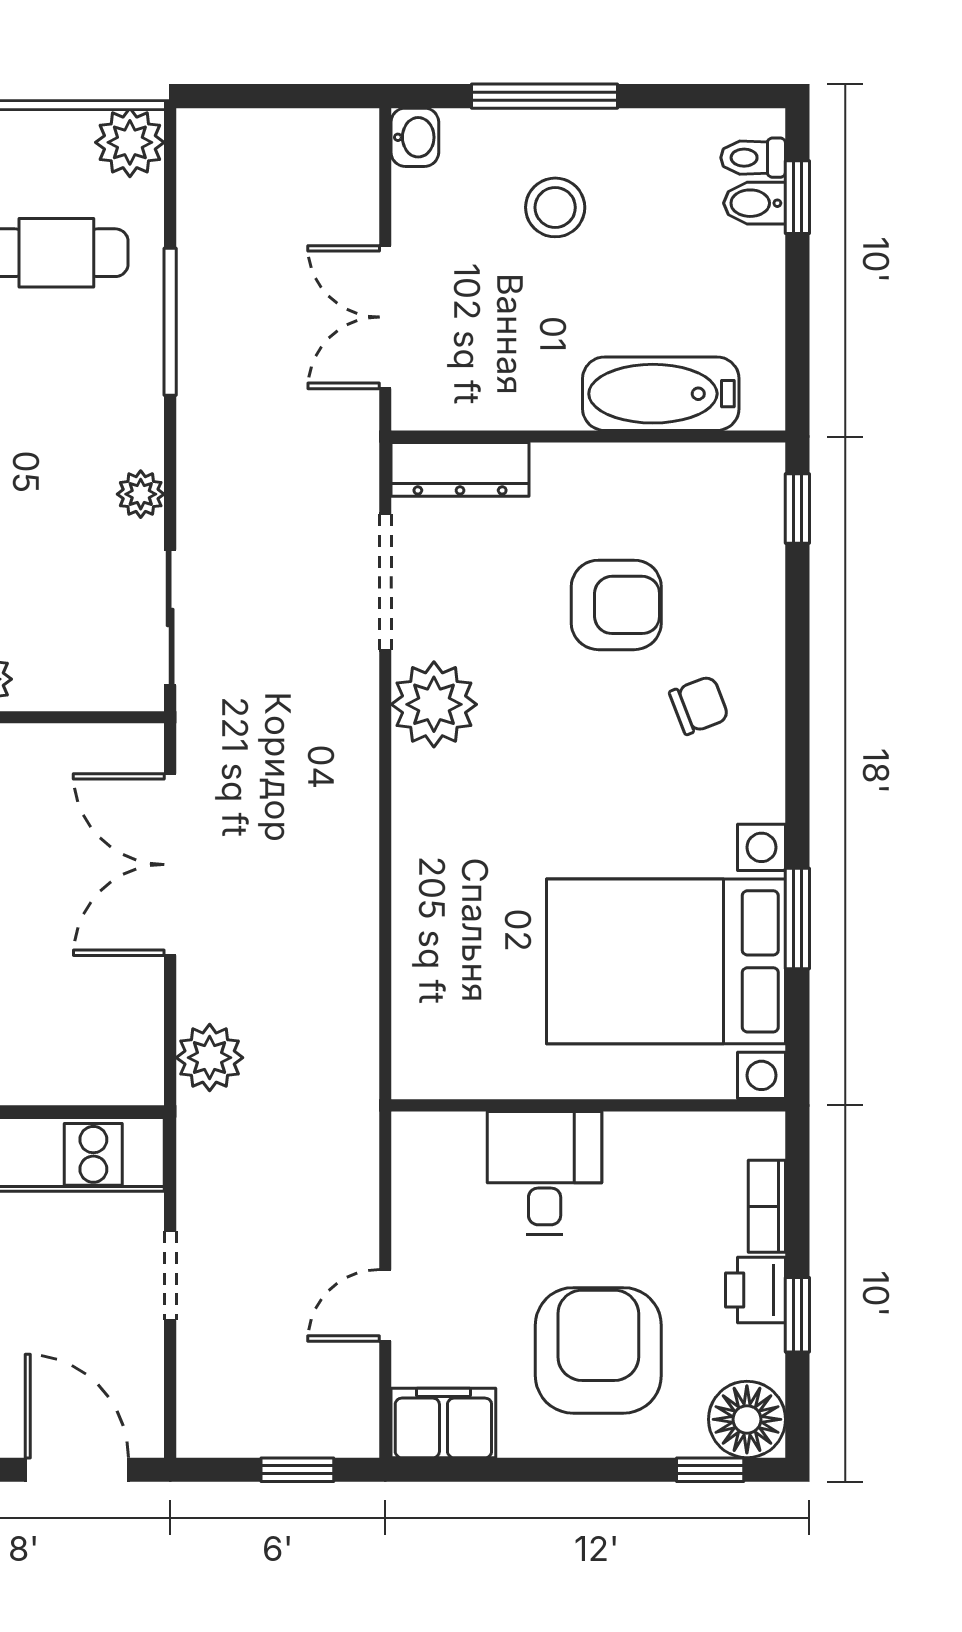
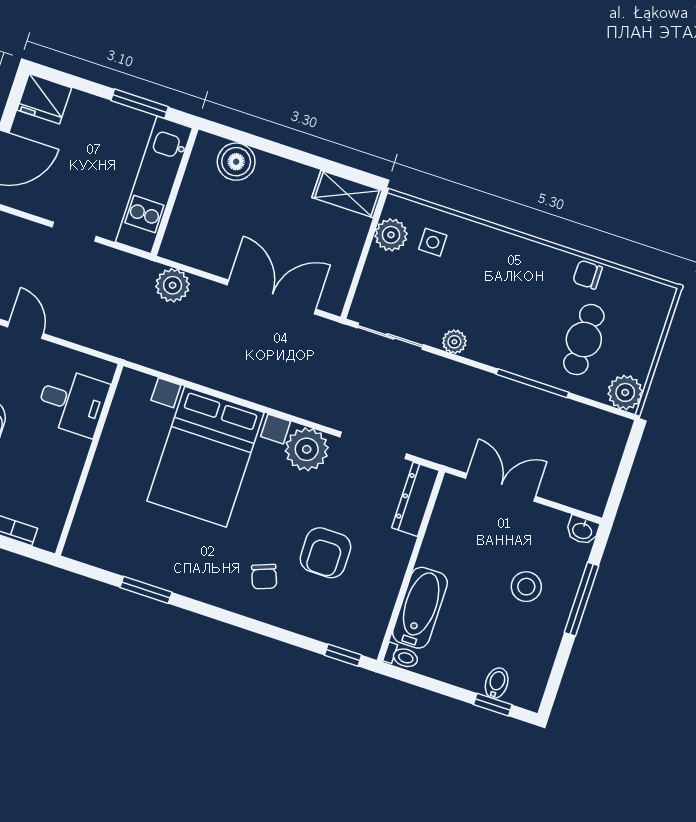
toilet: (753, 158) -> (401, 656), moved, turned 90
bed with nightstands: (666, 961) -> (206, 457), moved, turned 180
desk: (545, 1173) -> (72, 402), moved

